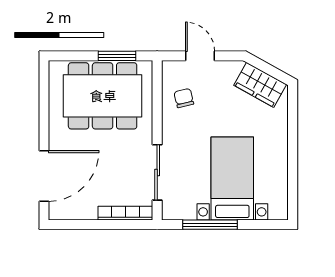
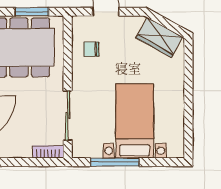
chair: (184, 98) -> (91, 49), turned -77
bookcase: (125, 213) -> (48, 152), width x0.64

